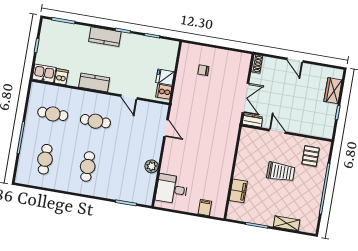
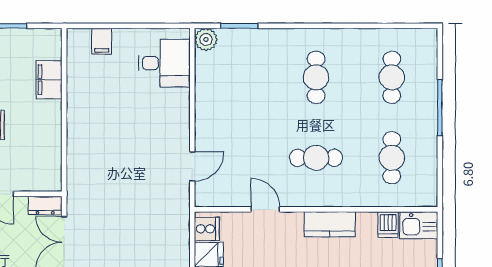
cafe table: (53, 114) -> (392, 158), turned 90
door: (166, 128) -> (192, 166), swing flipped
plant: (152, 166) -> (206, 39), moved

